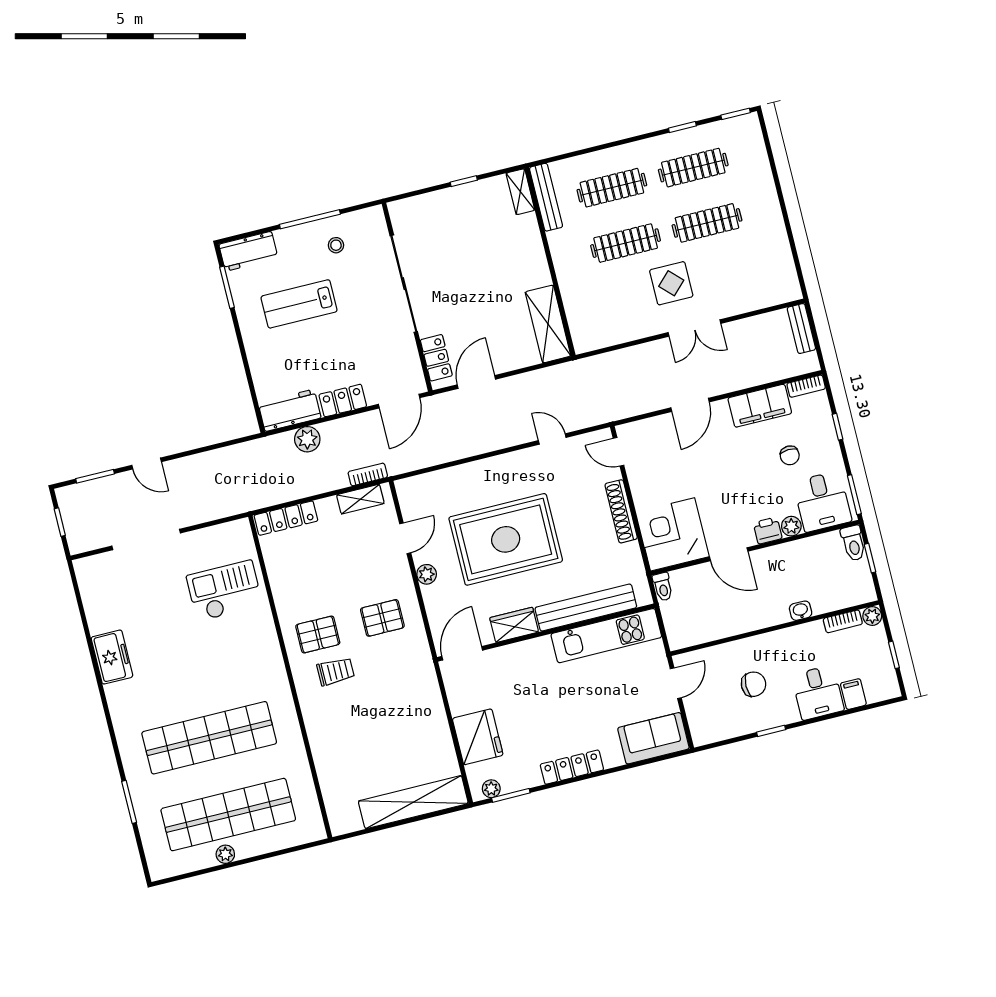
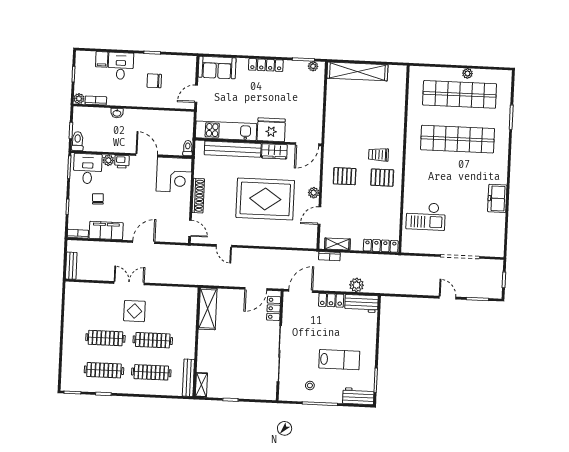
fridge: (478, 737) -> (271, 130), moved, turned 90

